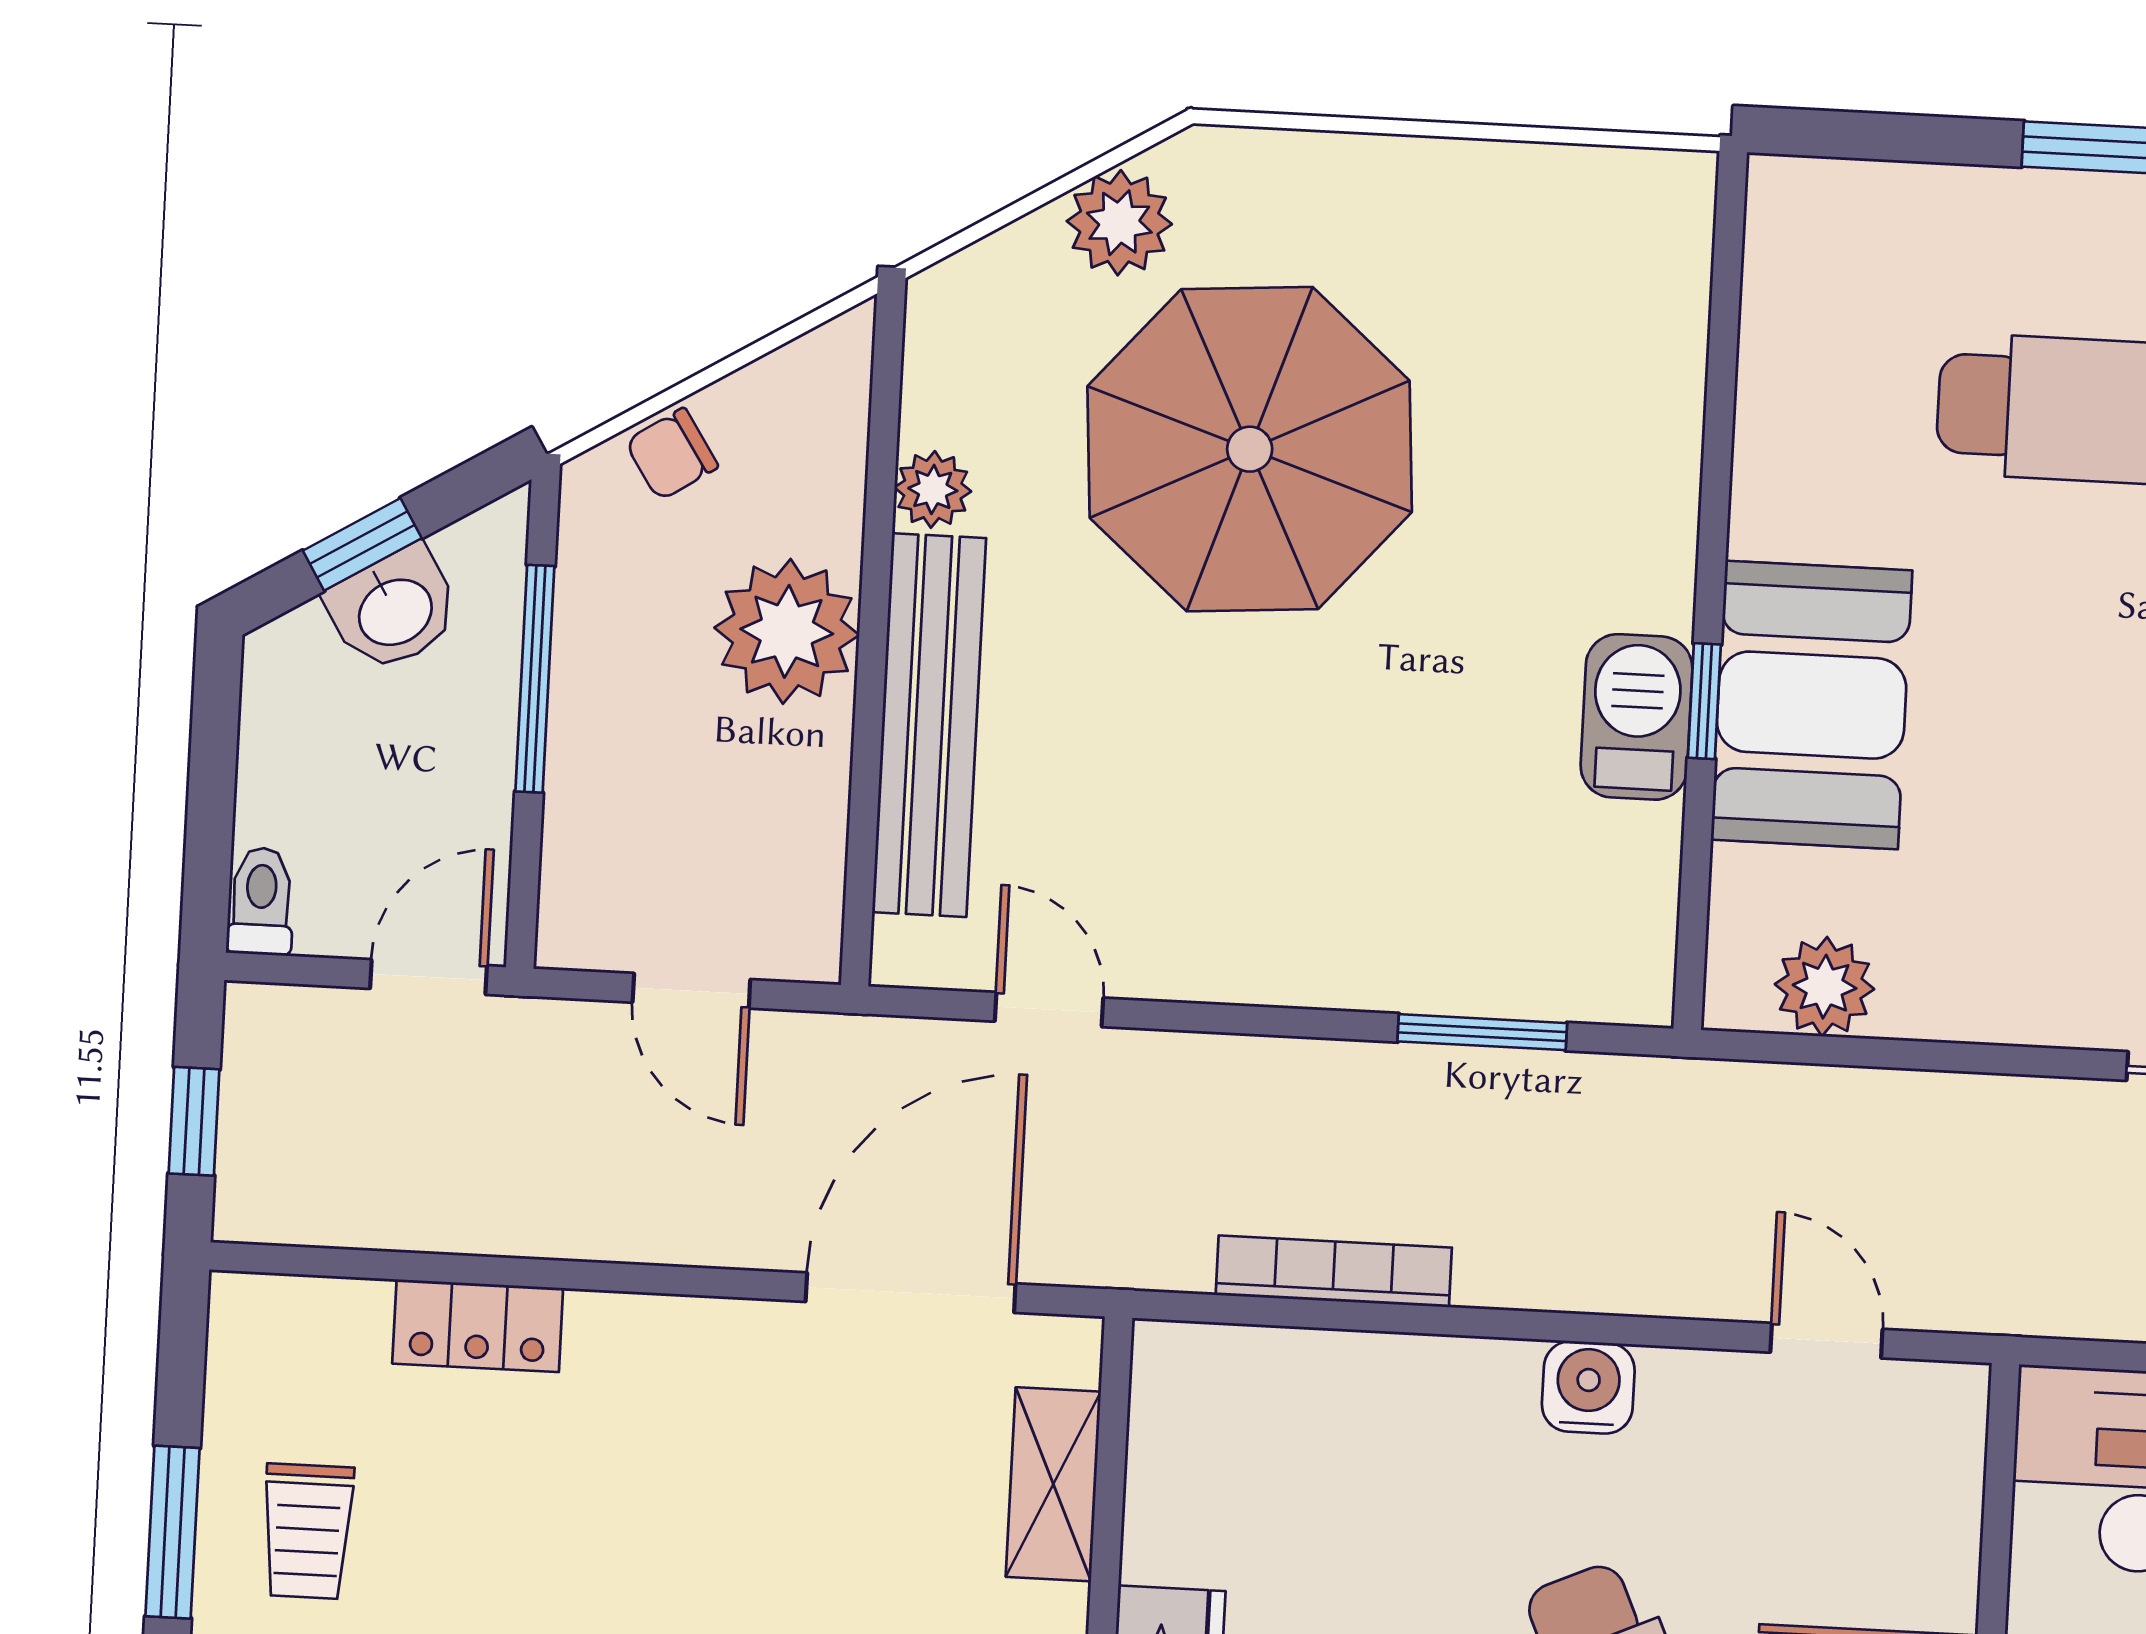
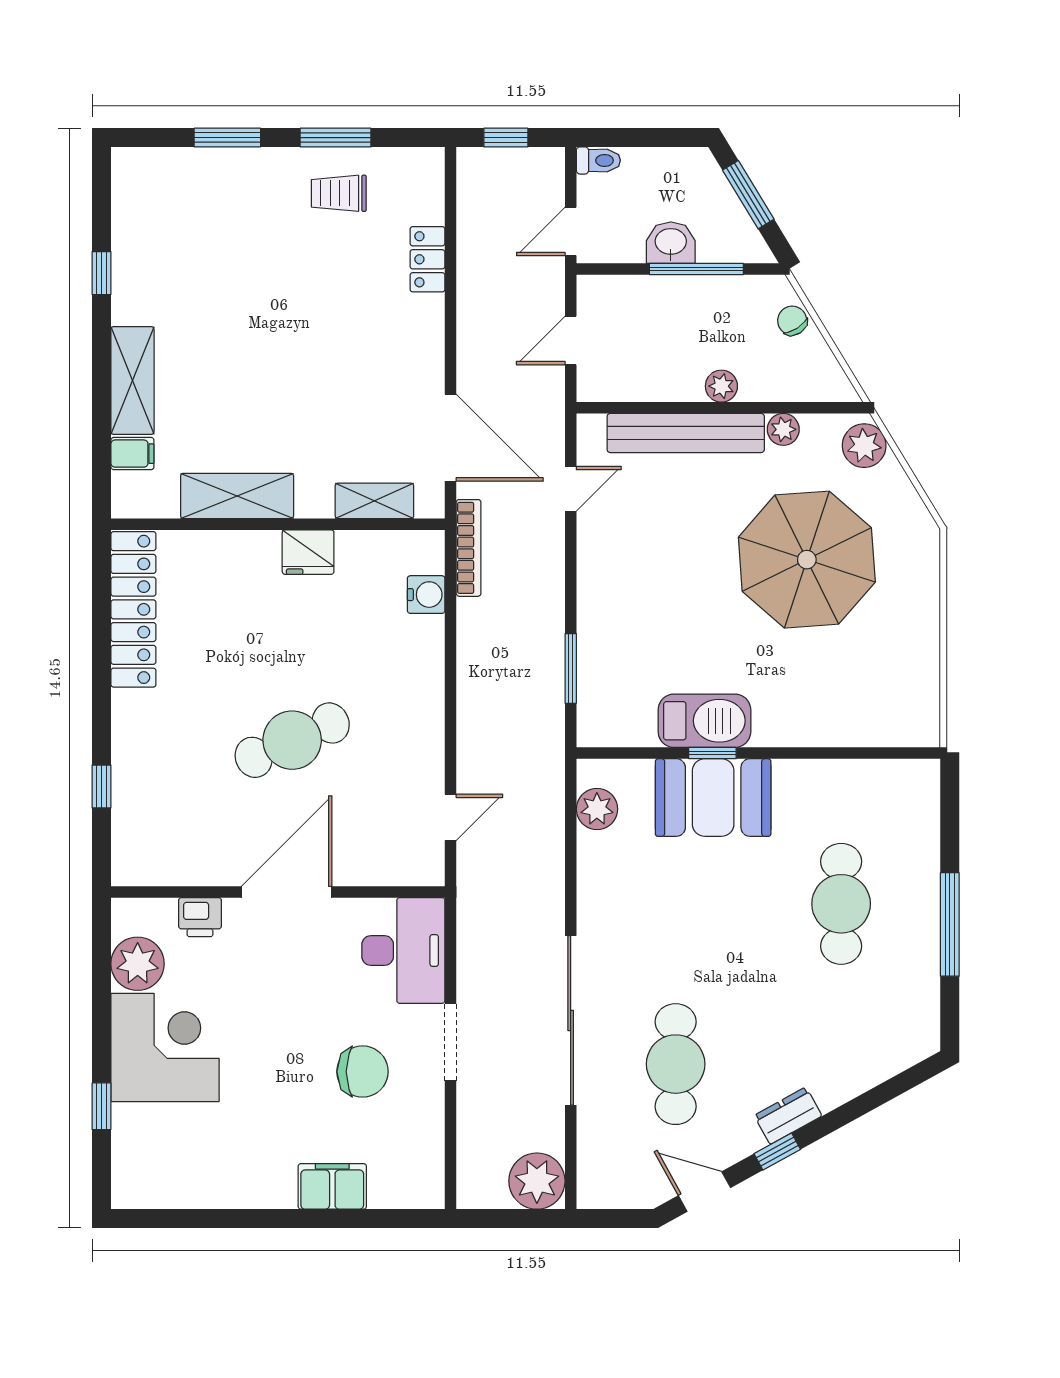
plant: (1119, 223) -> (864, 446), moved
window: (362, 544) -> (748, 195), width x1.50
washbasin: (394, 610) -> (671, 243), moved, turned 121
plant: (787, 631) -> (721, 386), width x0.53, depth x0.53
barbecue: (1637, 717) -> (704, 721), width x1.37, depth x1.21
door: (429, 977) -> (571, 231), swing flipped
bookcase: (1334, 1271) -> (469, 548), moved
water cooler: (1588, 1387) -> (426, 595), moved

